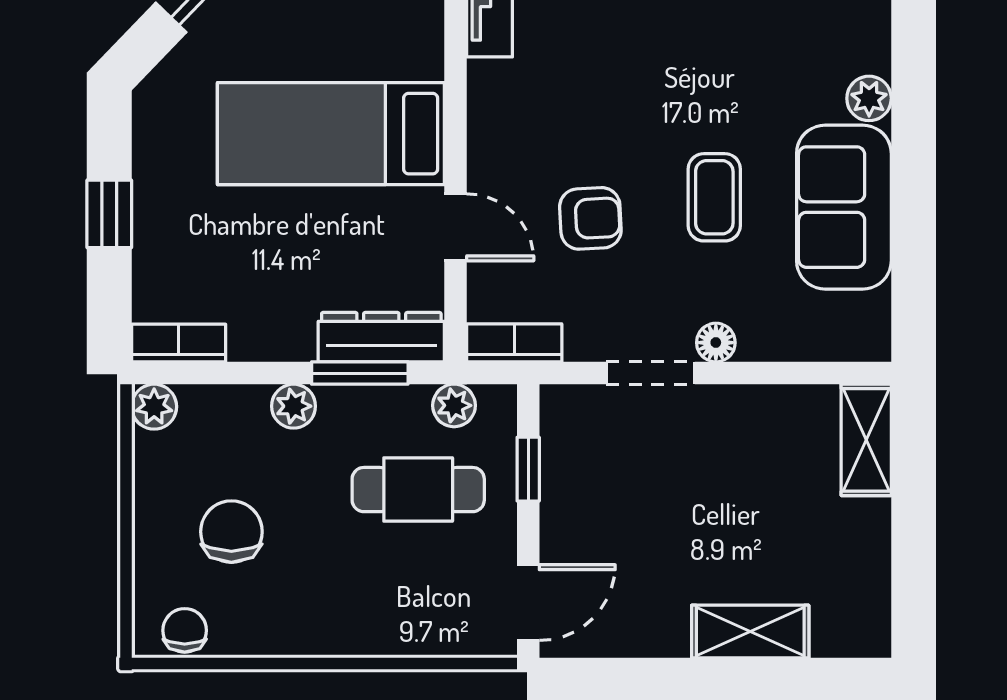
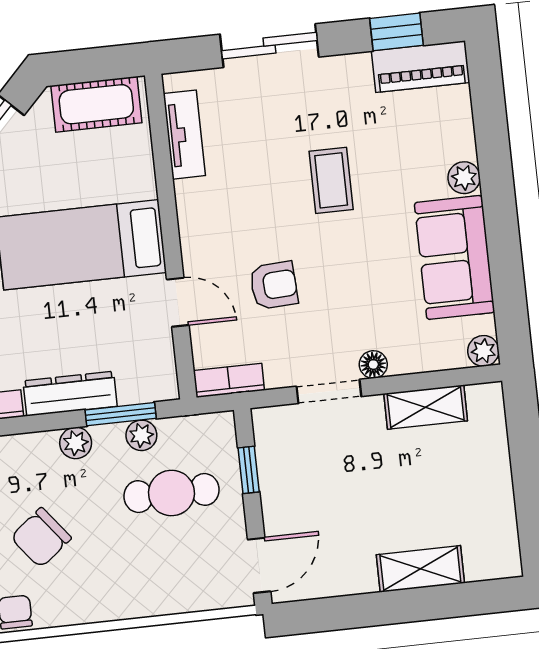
coffee table: (714, 197) -> (331, 180), moved
dresser: (381, 337) -> (70, 394), moved
plant: (870, 340) -> (483, 351), added
plant: (454, 405) -> (141, 435), moved
shelving: (866, 440) -> (426, 407), moved, turned 90
chair: (231, 532) -> (41, 538), turned -128

